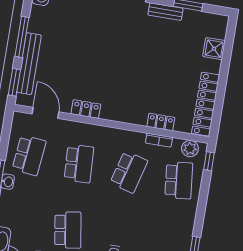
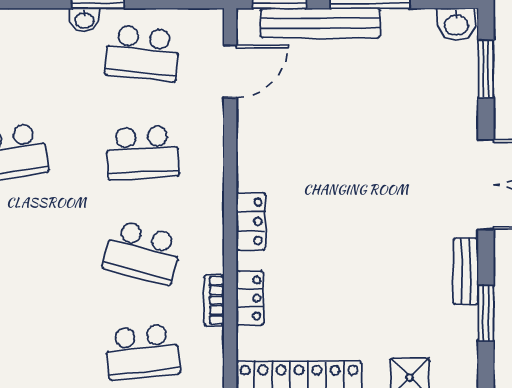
locker: (86, 109) -> (251, 221), moved
plant: (190, 149) -> (208, 363), removed

